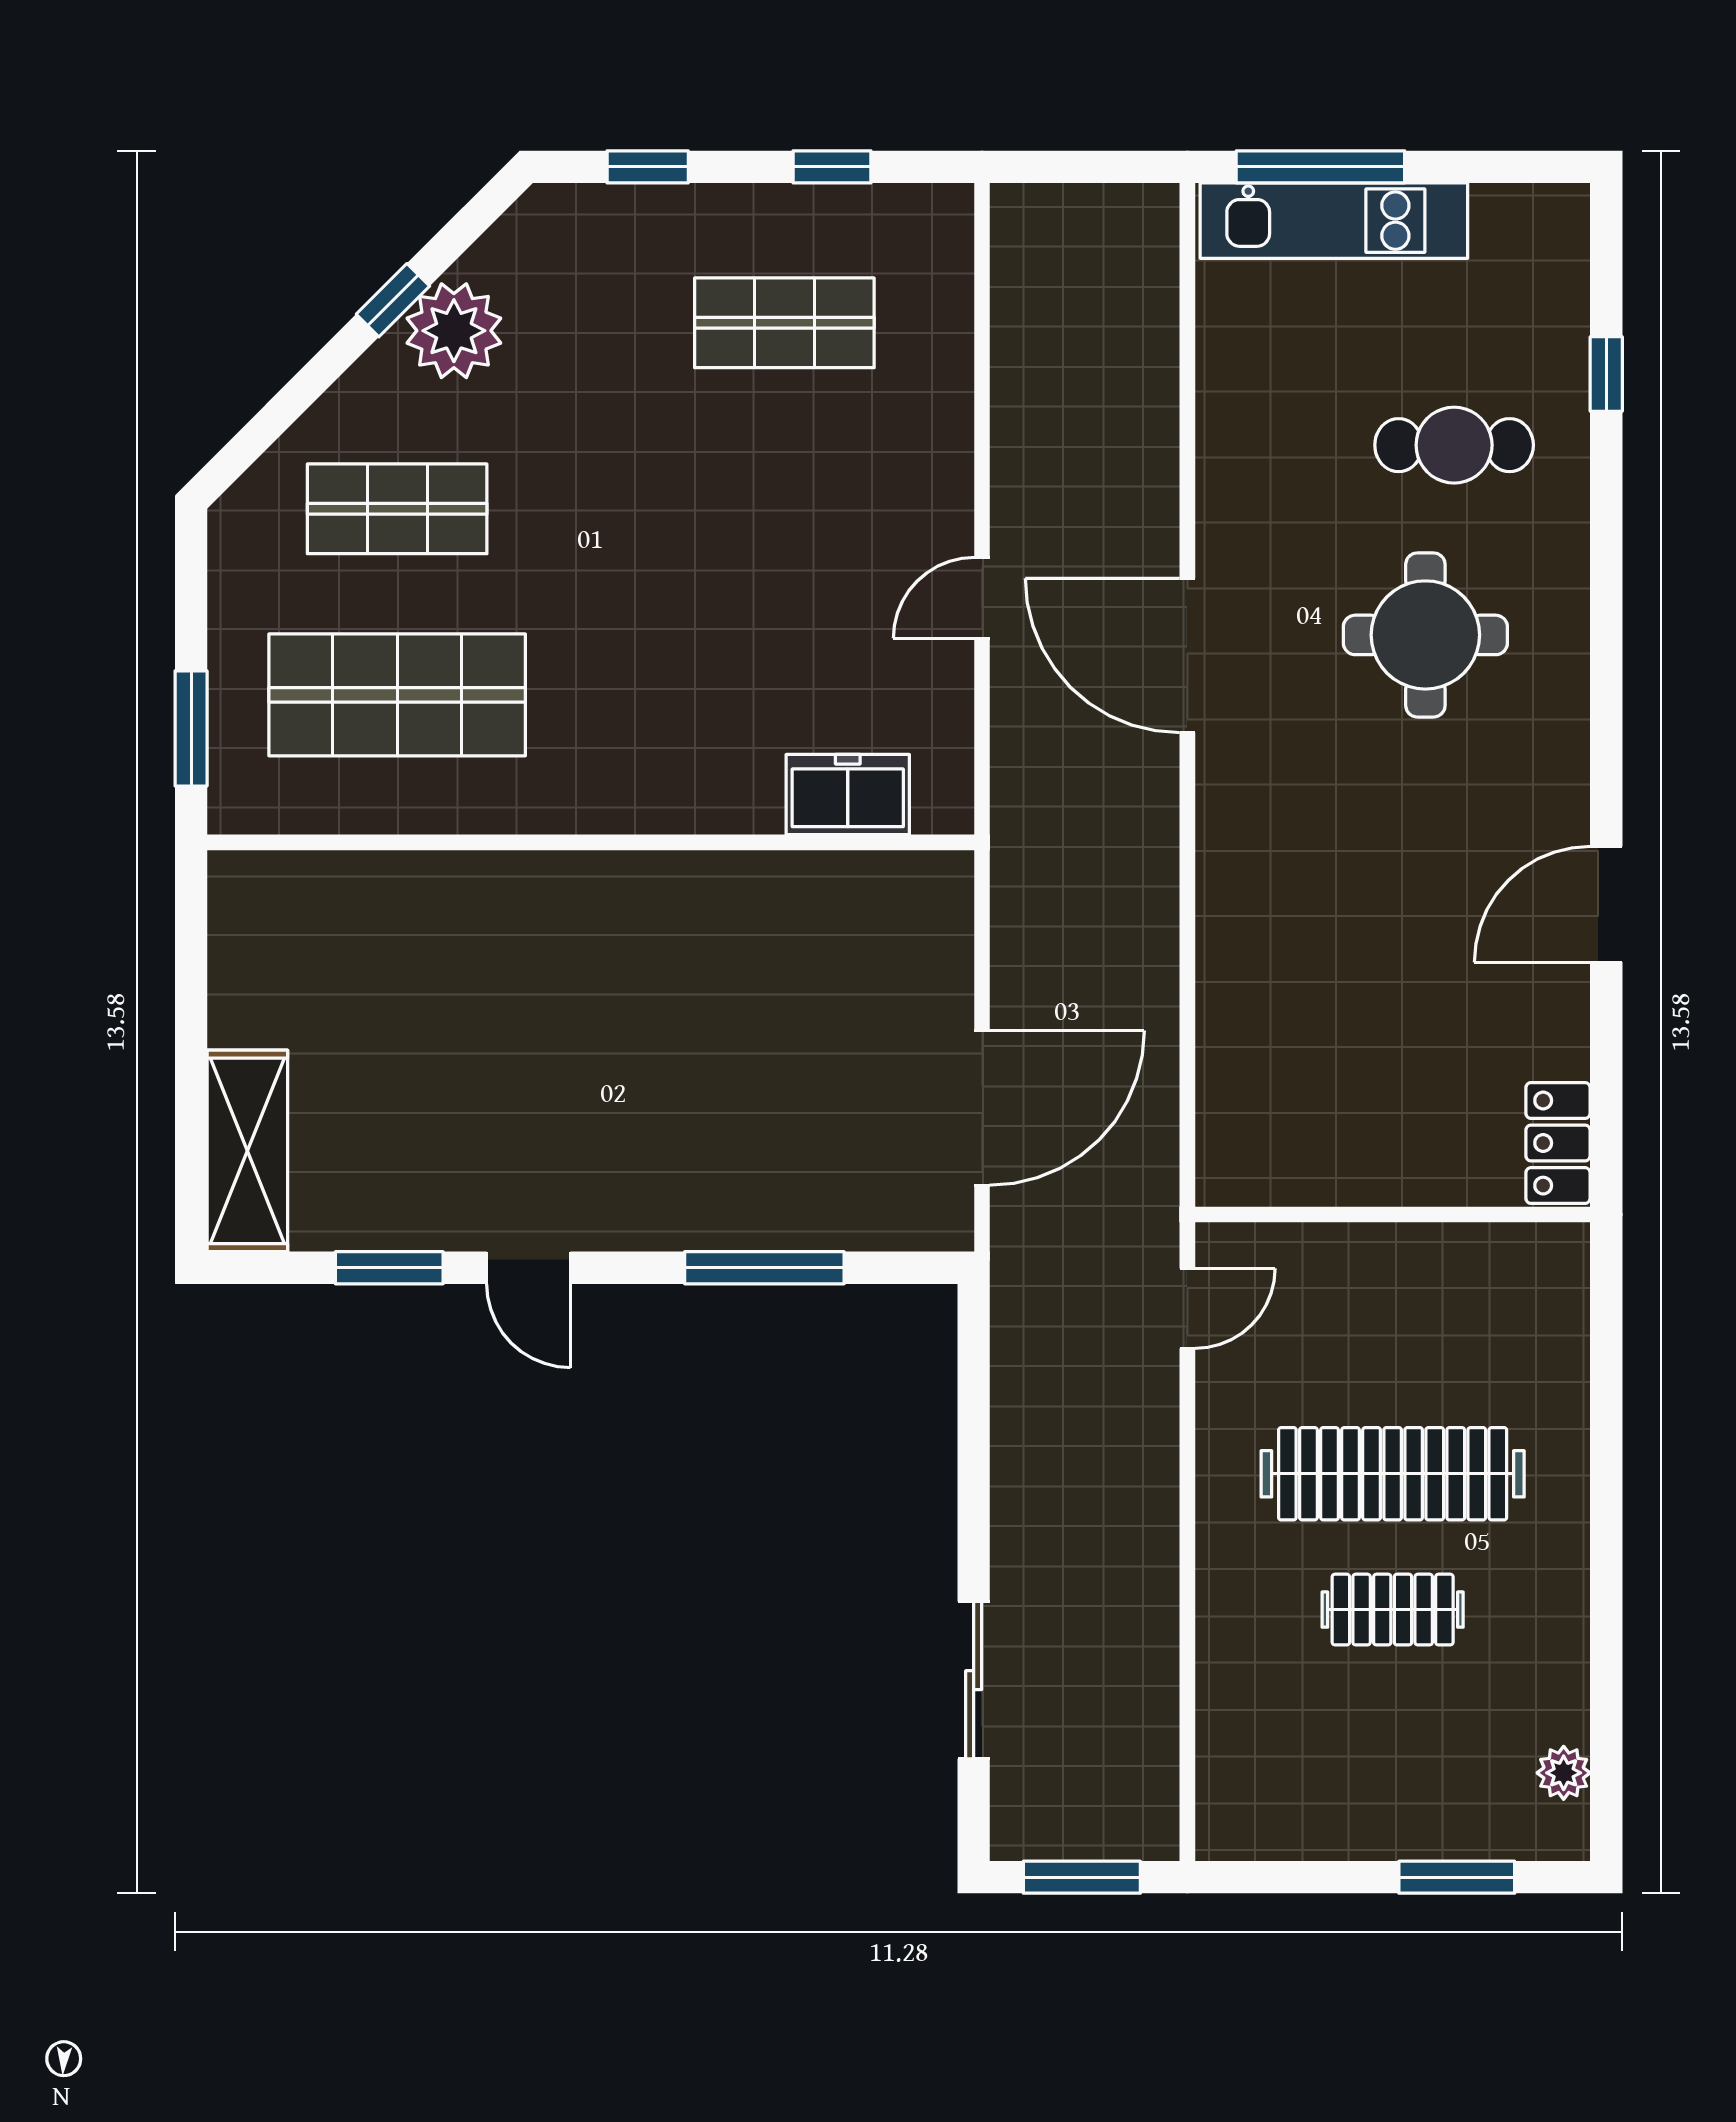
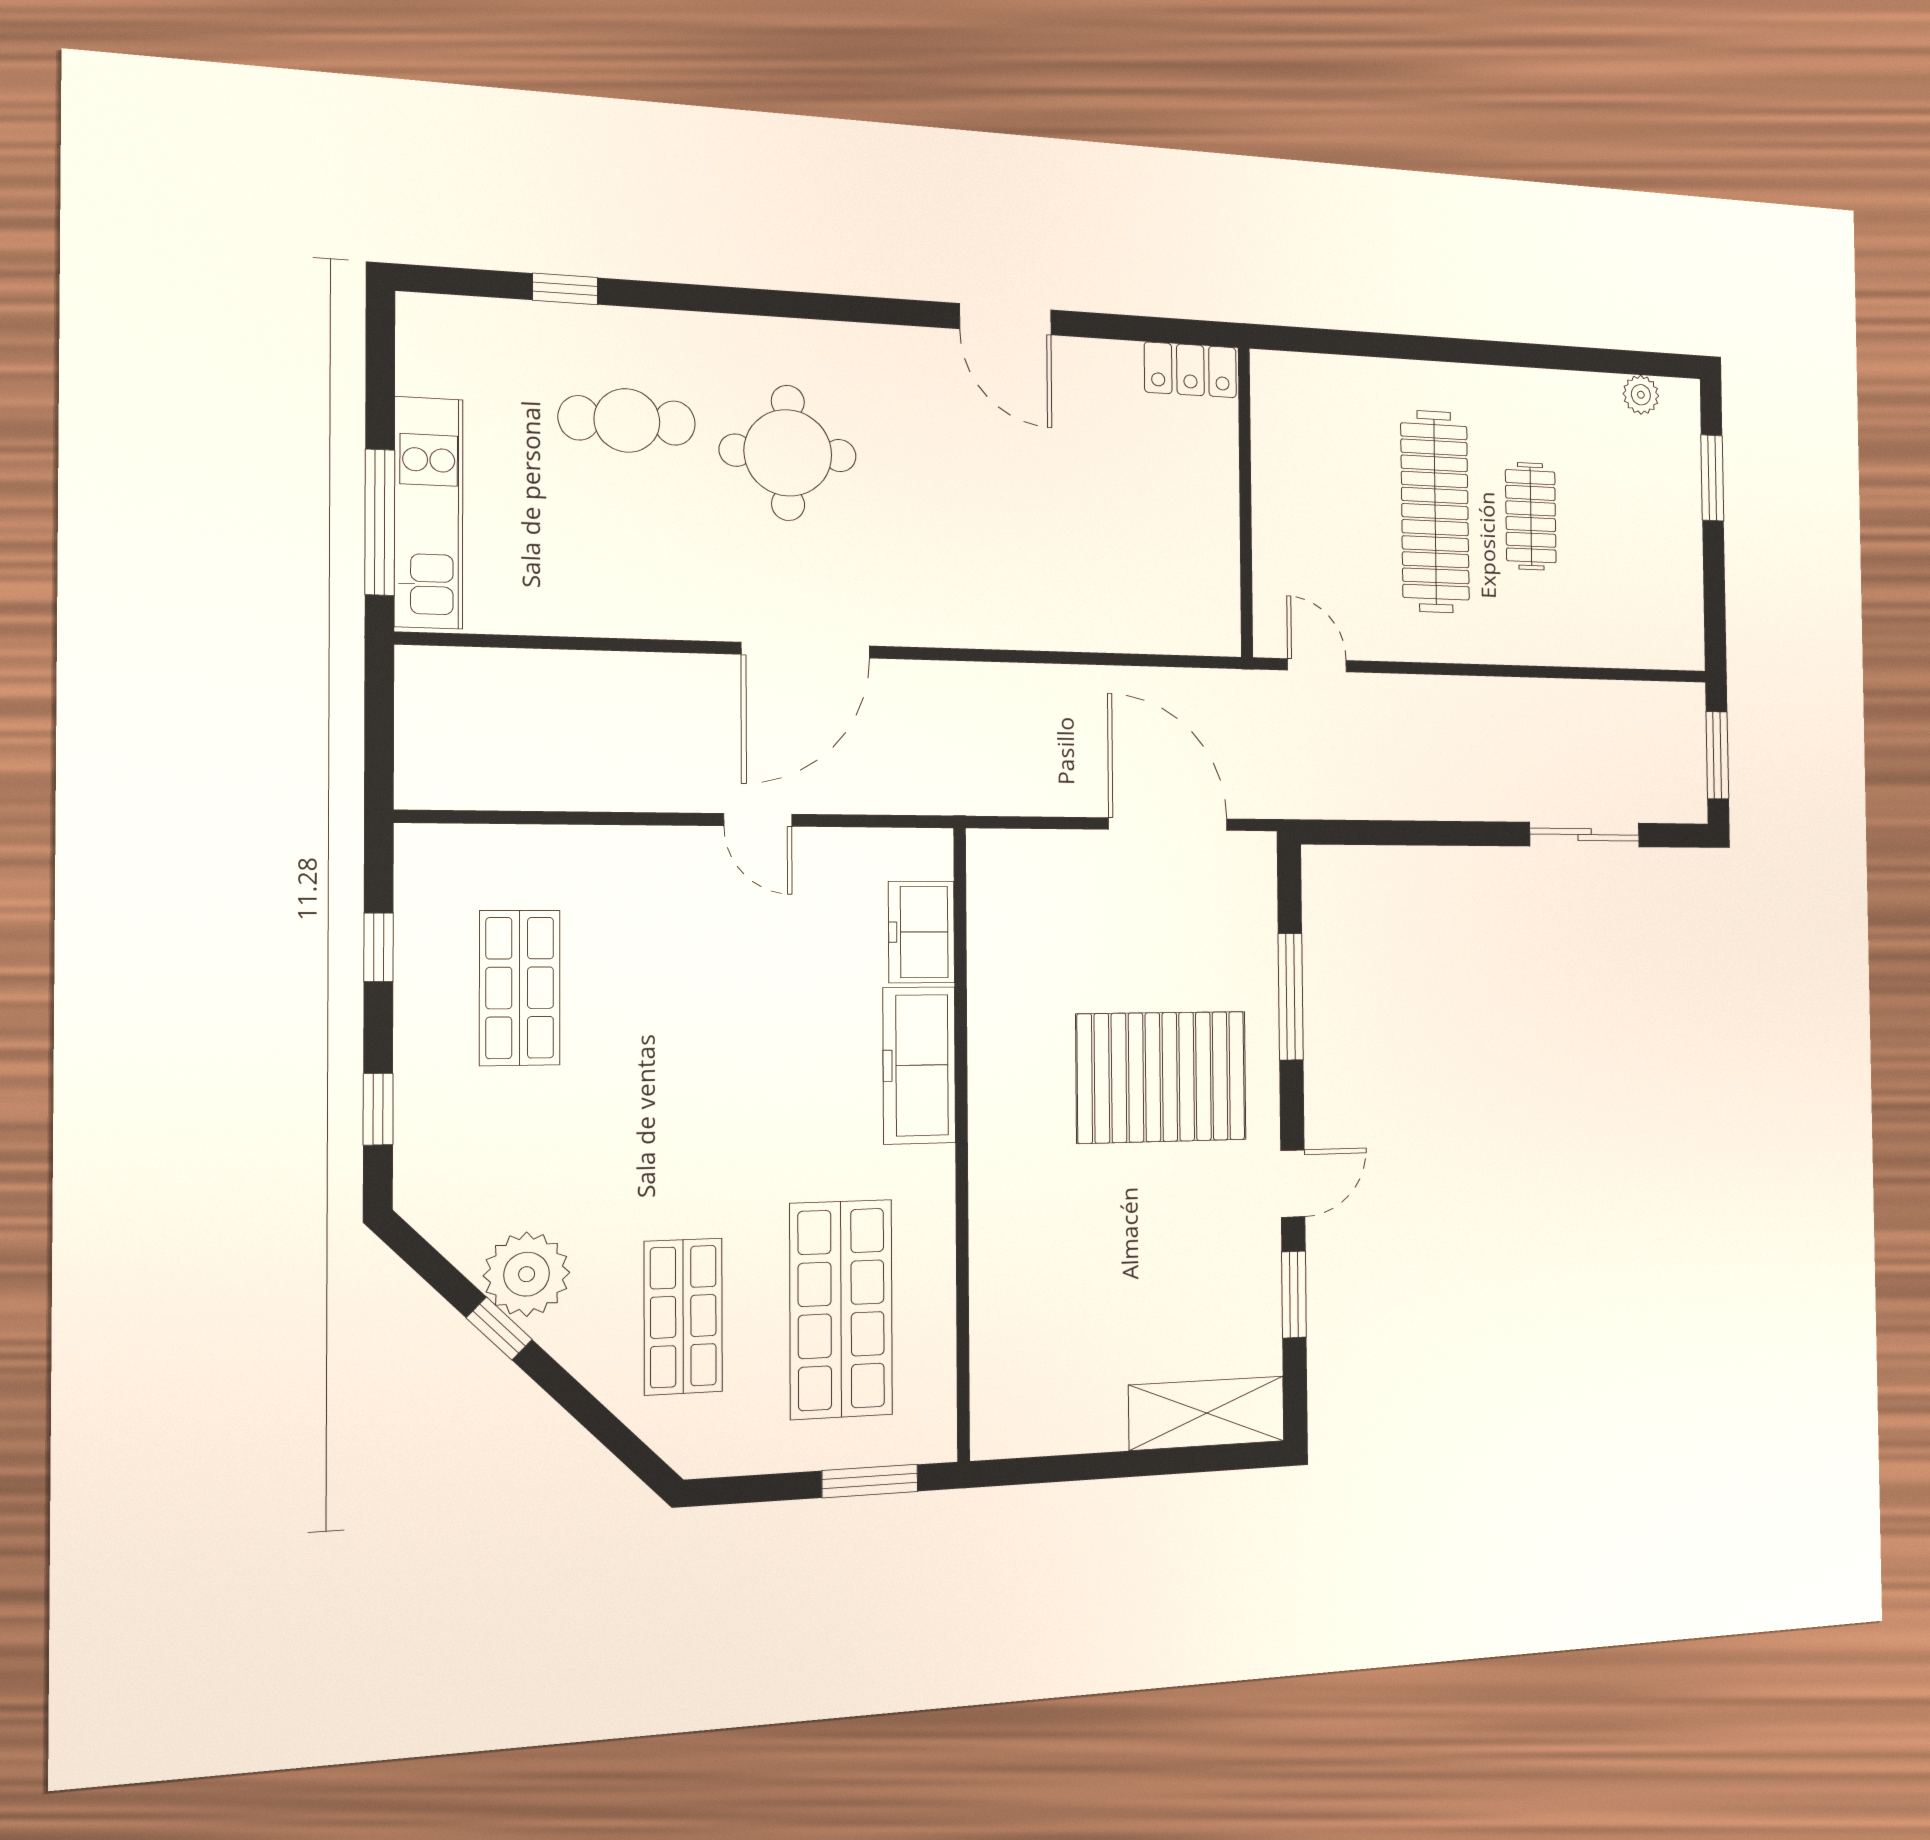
cafe table: (1454, 445) -> (627, 420), turned 90
freezer: (686, 791) -> (919, 1065), added
pallet: (666, 1096) -> (1161, 1077), added

